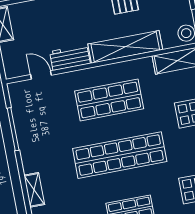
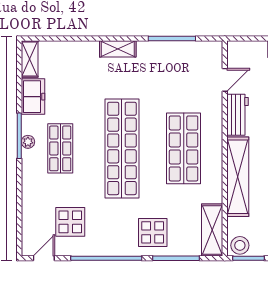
shelving: (34, 190) -> (118, 49), moved

